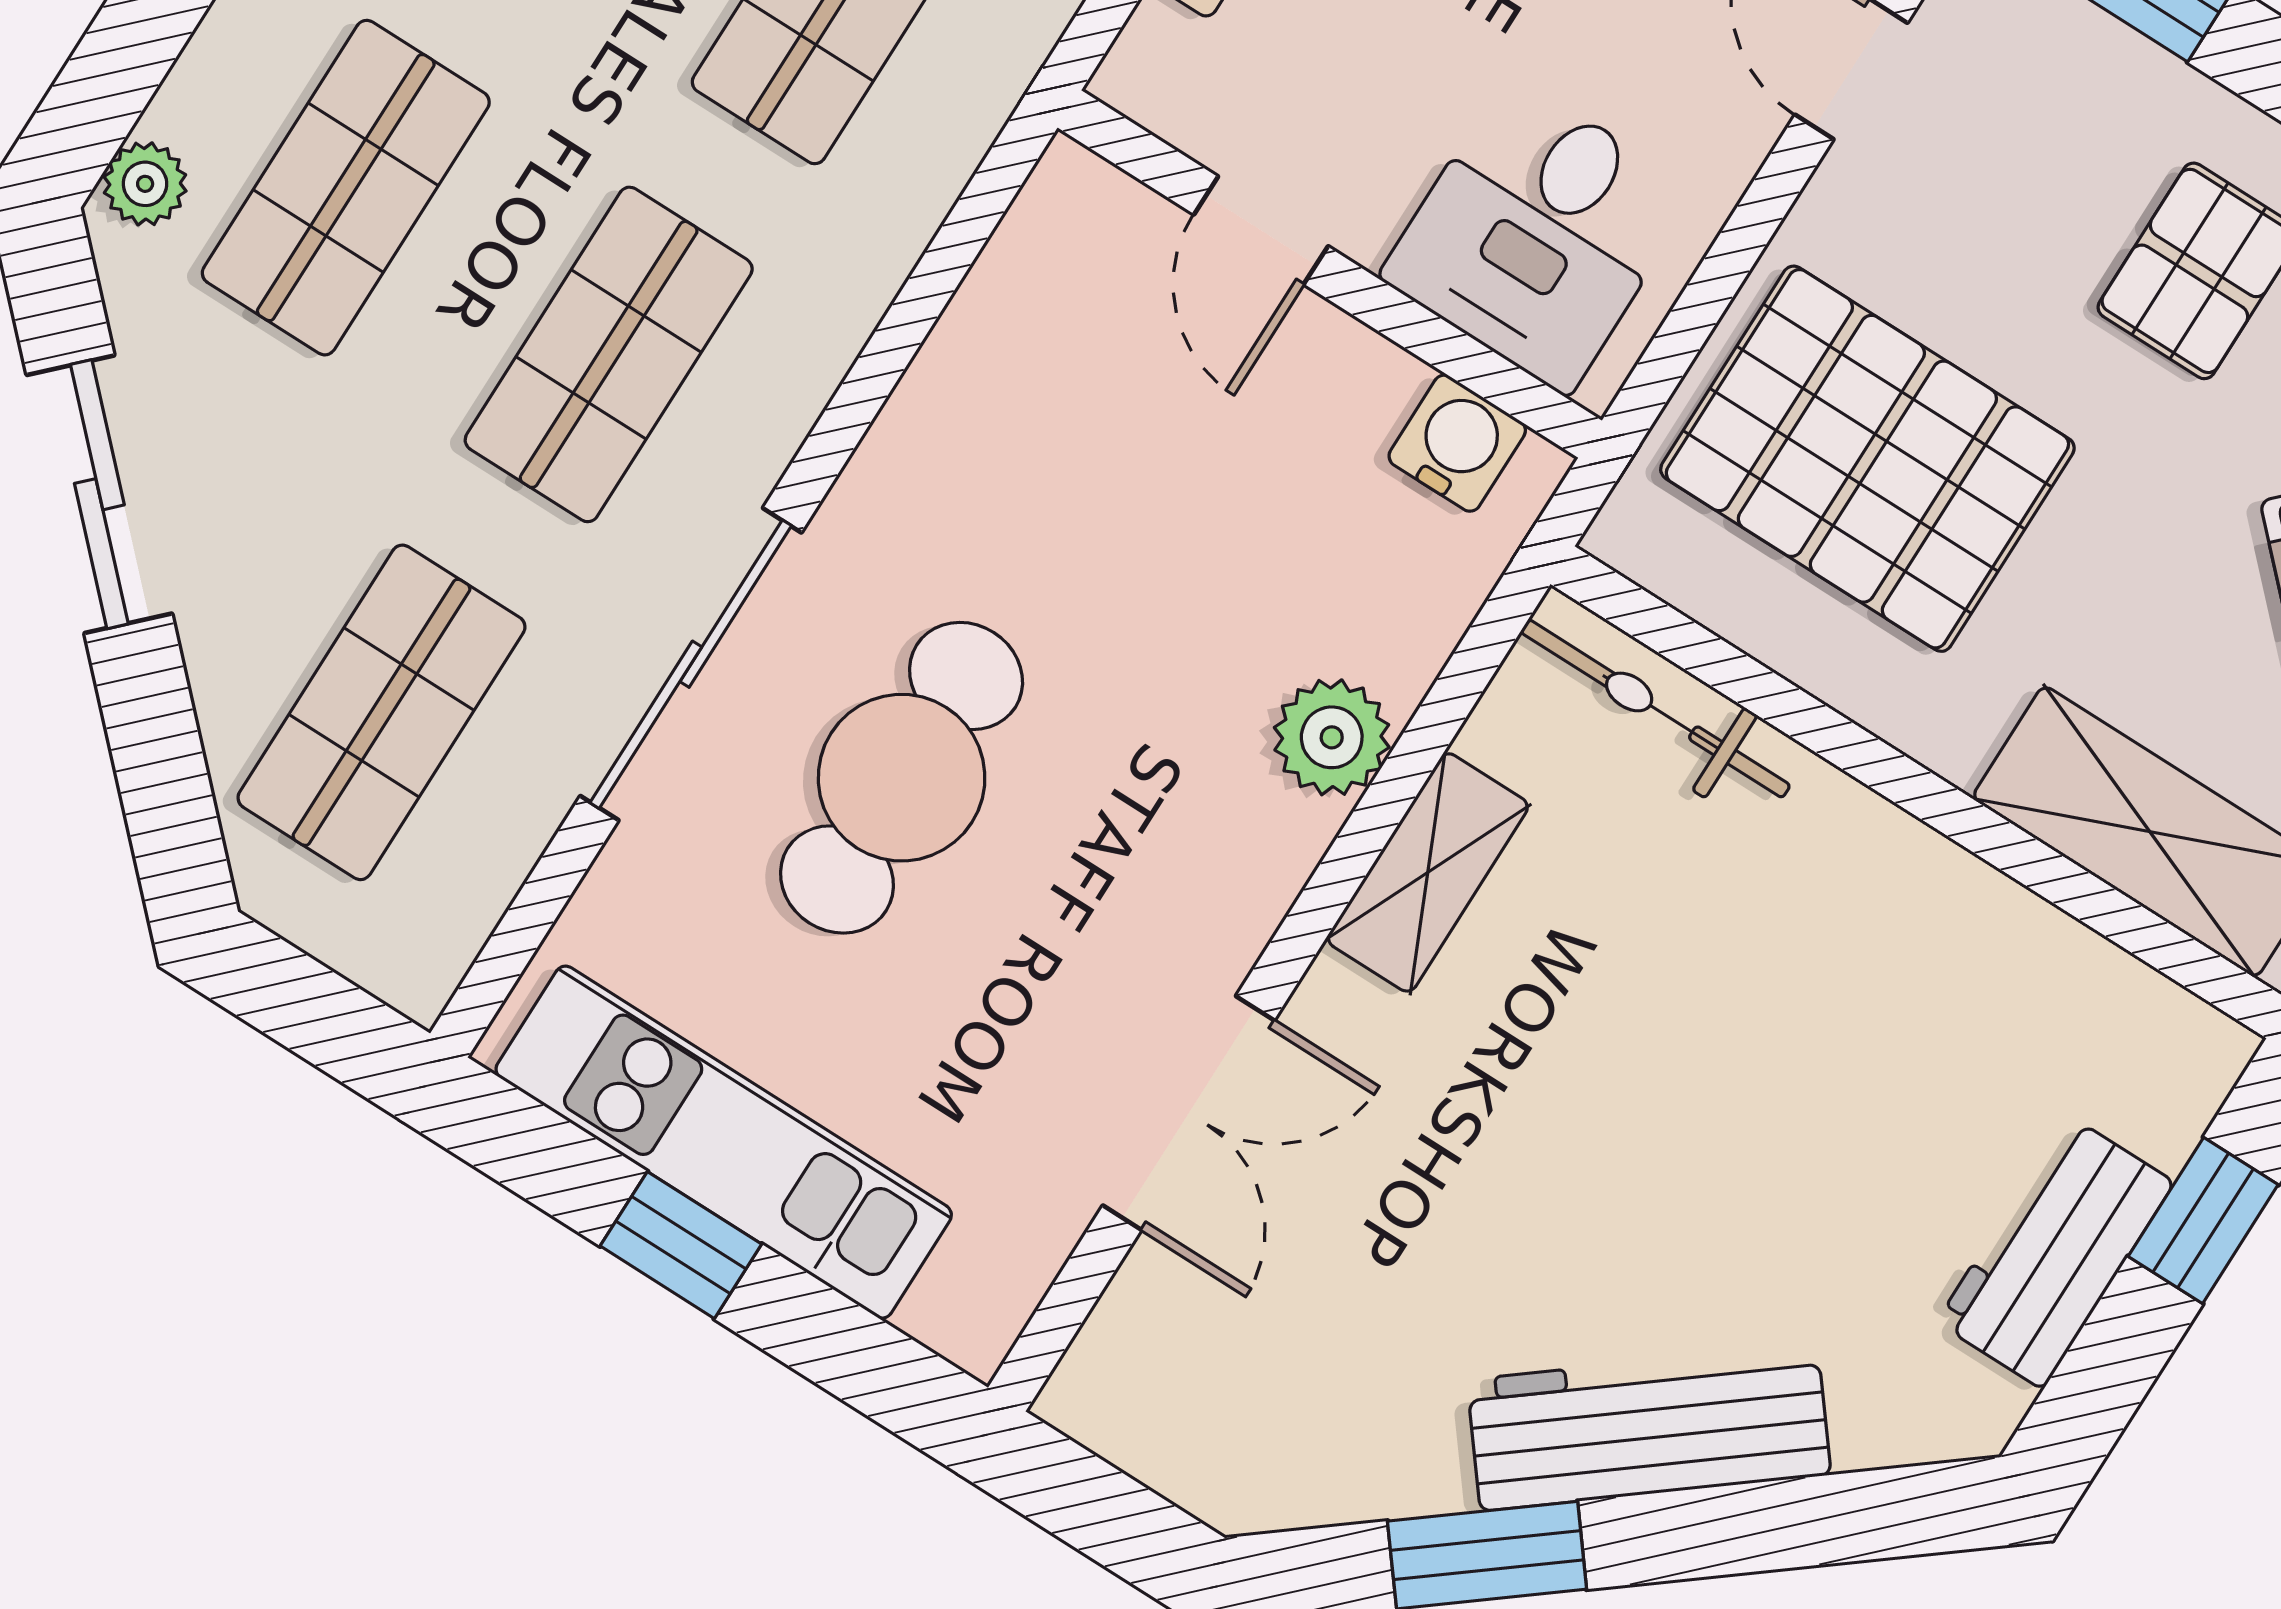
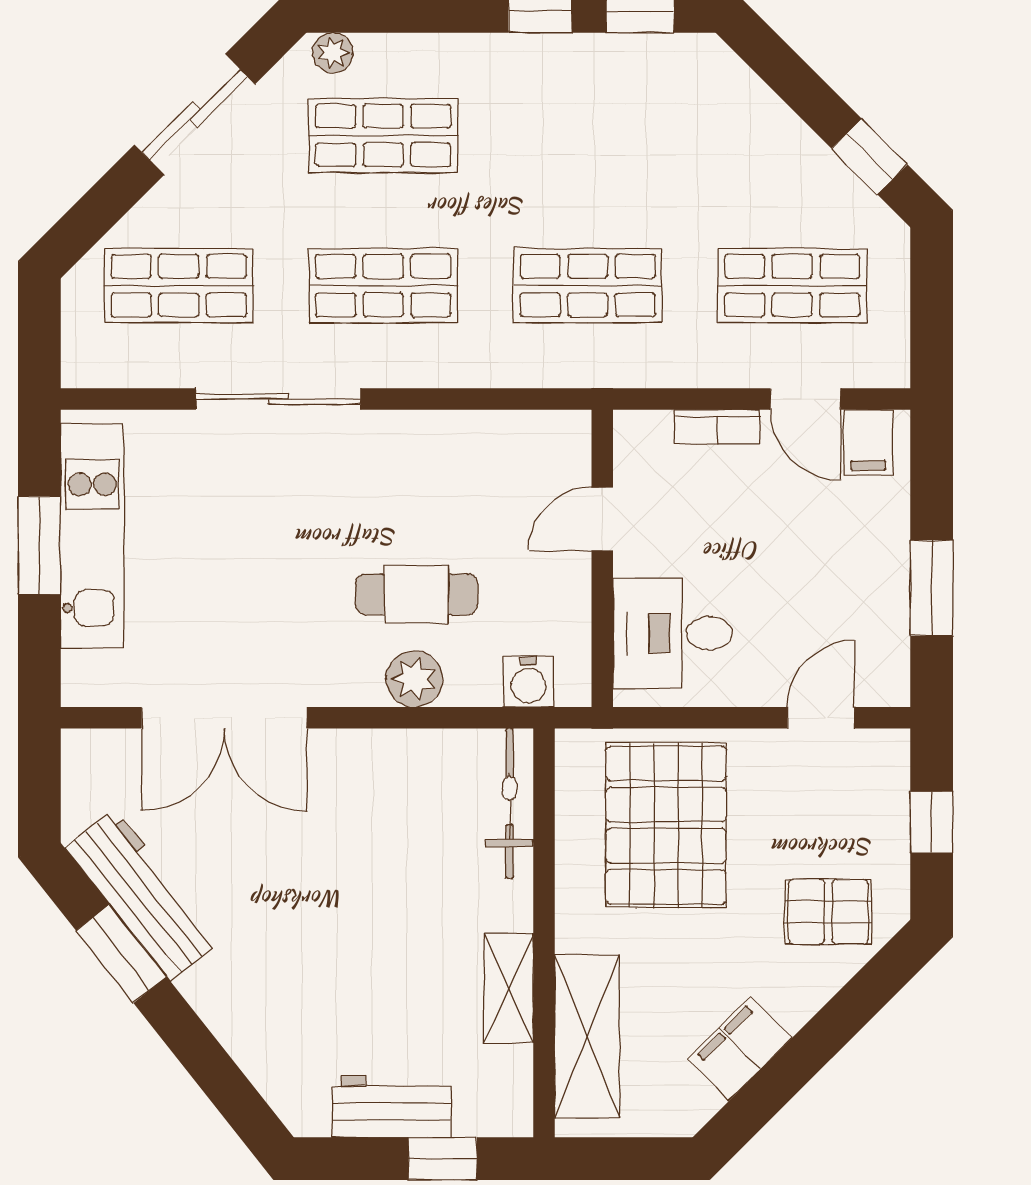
water cooler: (1457, 443) -> (529, 682), moved, turned 90
cafe table: (902, 778) -> (417, 594), moved, width x0.73, depth x0.74
shelving: (1428, 872) -> (509, 988), moved, turned 90
double door: (1189, 1113) -> (224, 718), width x1.37
window: (681, 1245) -> (39, 545), width x1.50
workbench: (1649, 1427) -> (143, 895), moved

